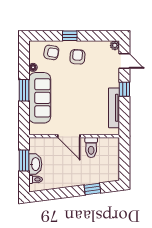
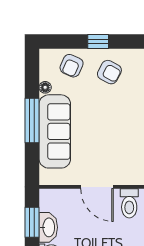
armchair: (51, 52) -> (72, 66), turned 104
armchair: (77, 57) -> (109, 72), turned 114
window: (24, 90) -> (32, 120), width x1.44

